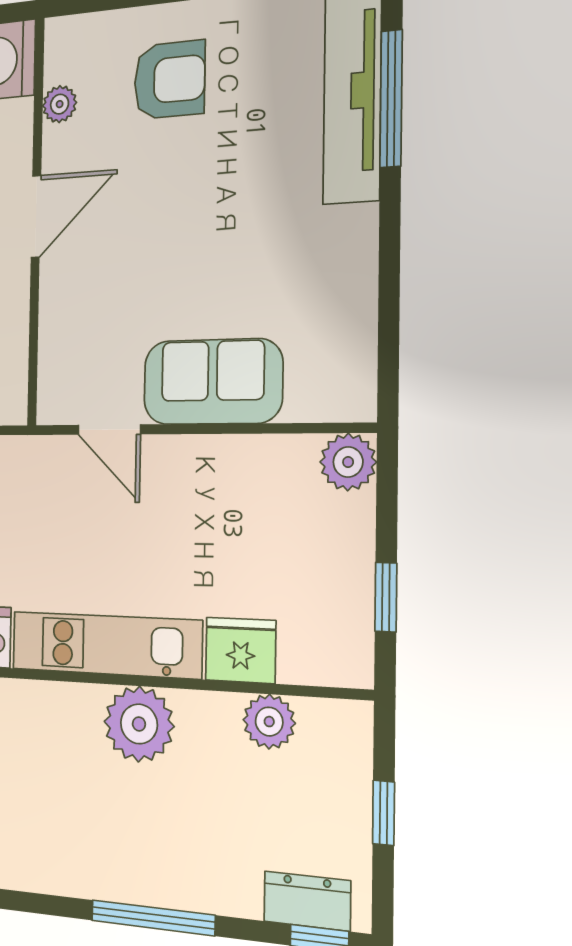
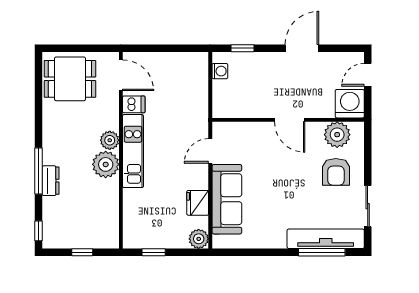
plant: (60, 104) -> (337, 135), width x1.87, depth x1.87
sofa: (213, 382) -> (227, 199), width x1.36
fridge: (241, 650) -> (198, 203), moved, turned 180
plant: (269, 722) -> (110, 140), moved
dresser: (307, 901) -> (51, 181), moved

